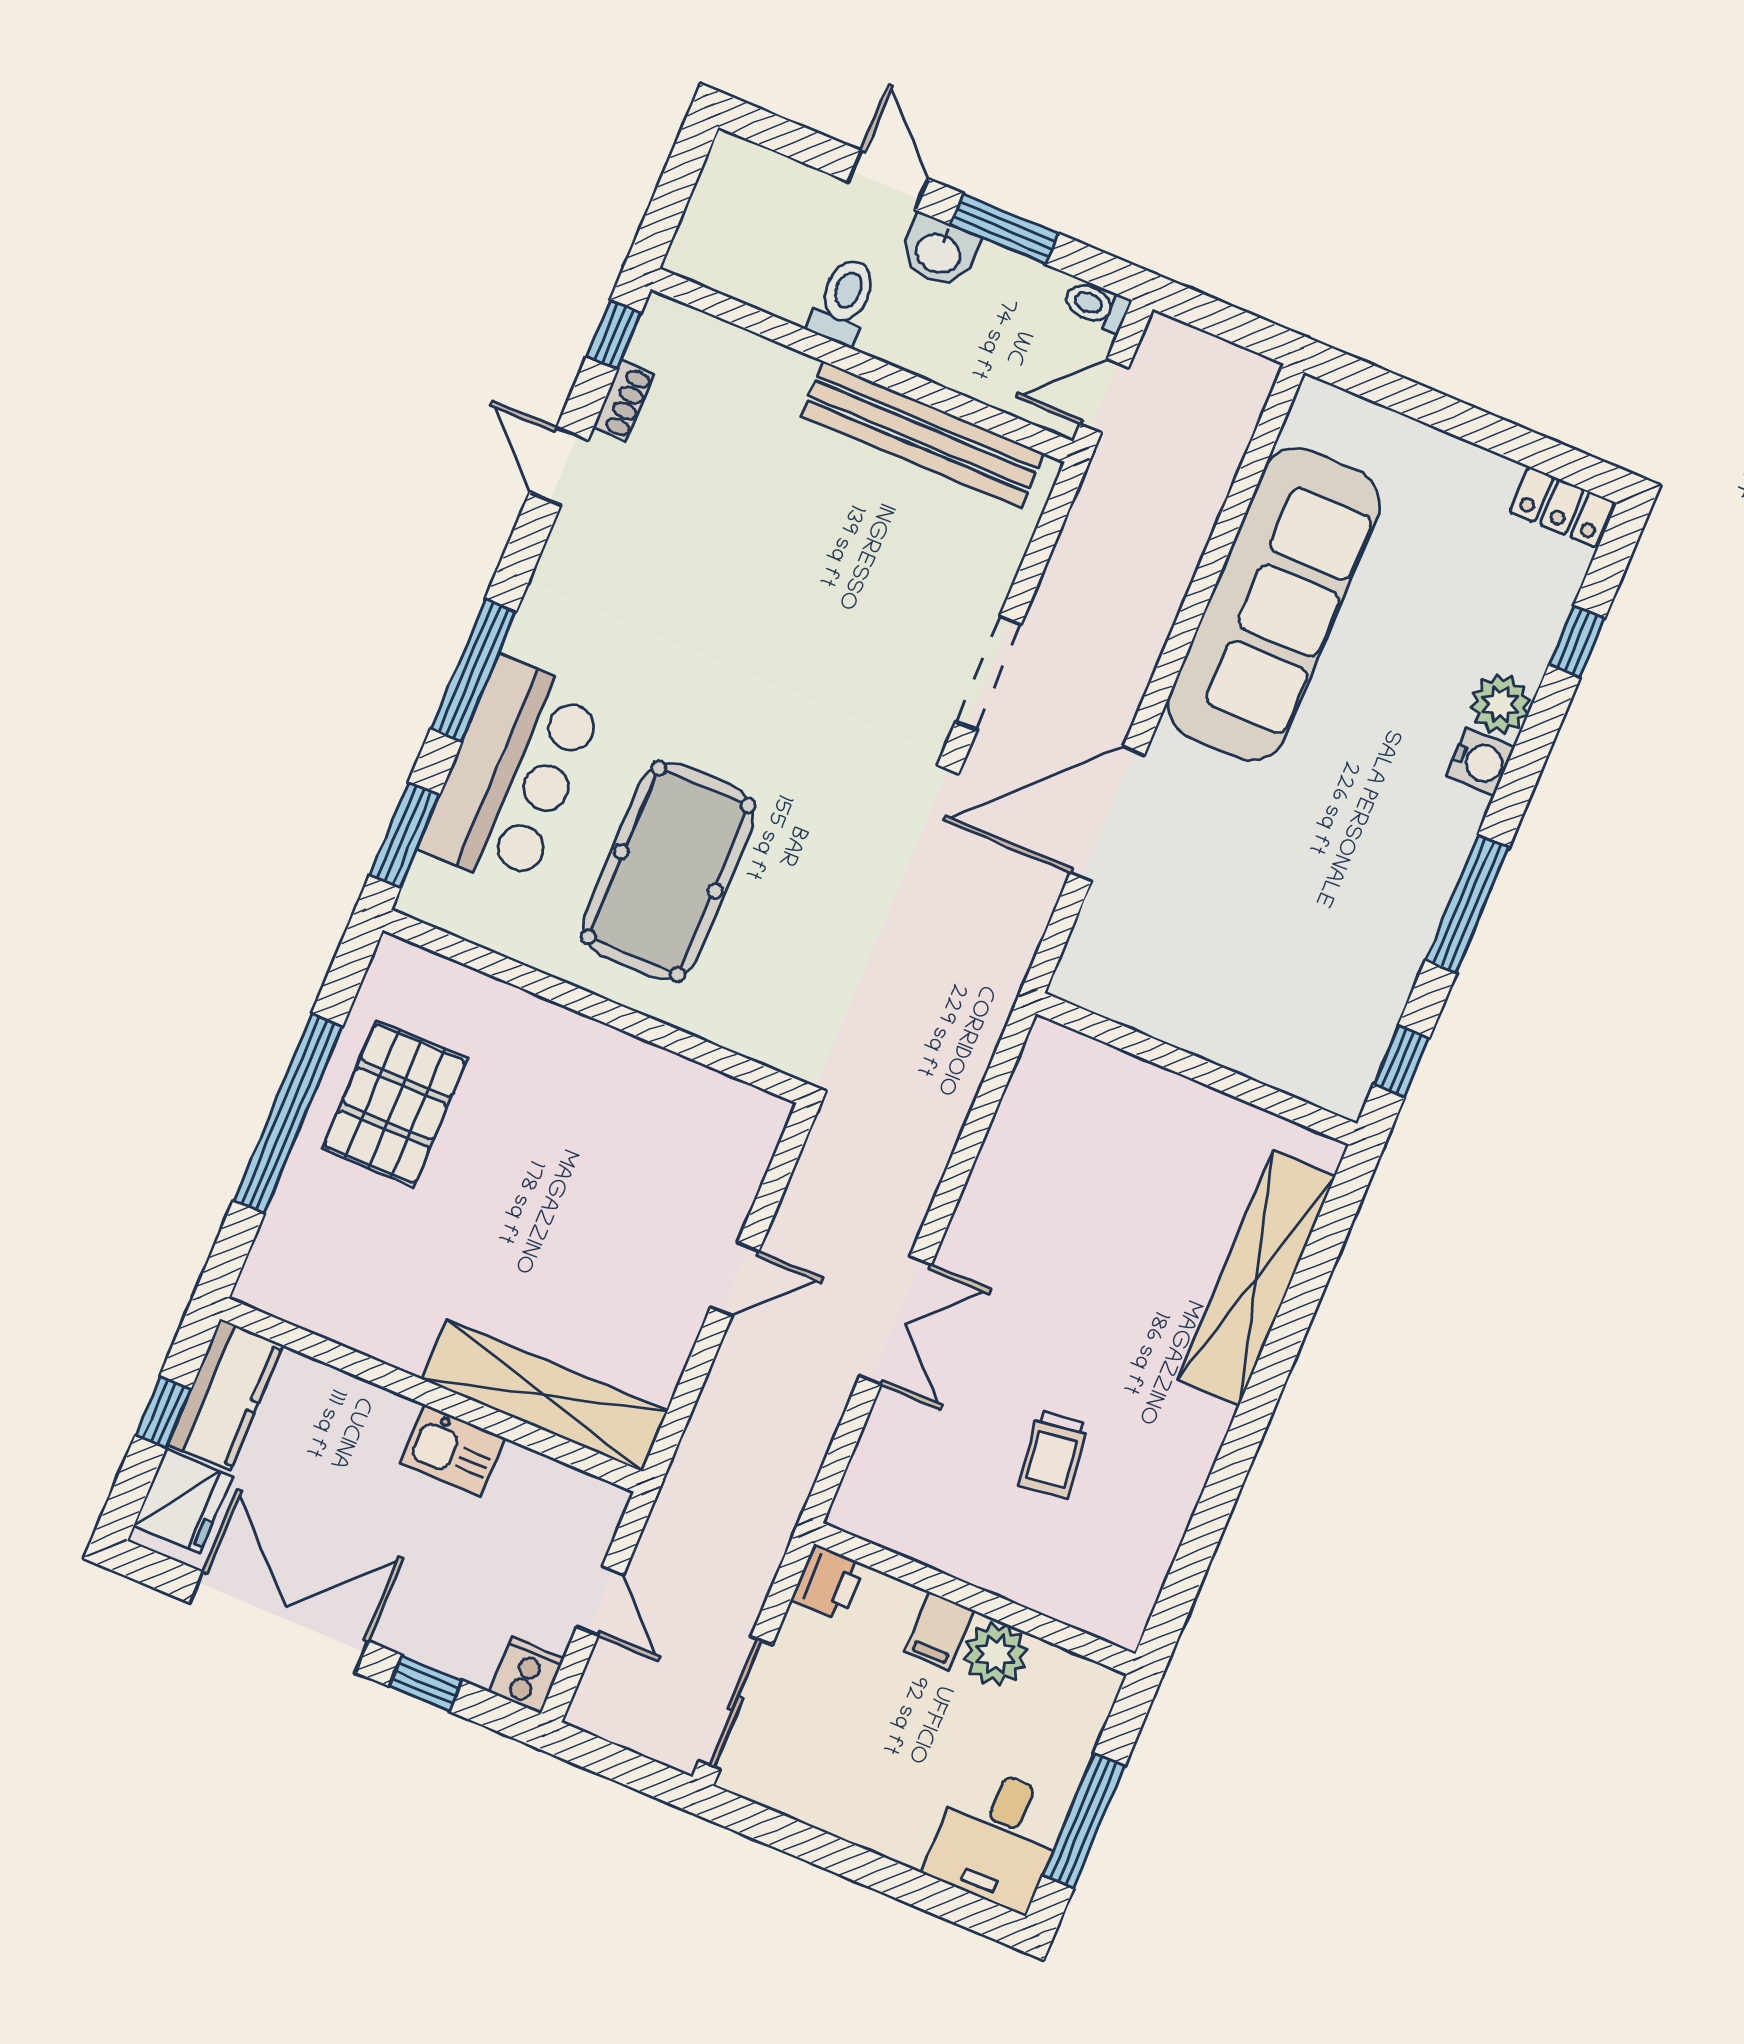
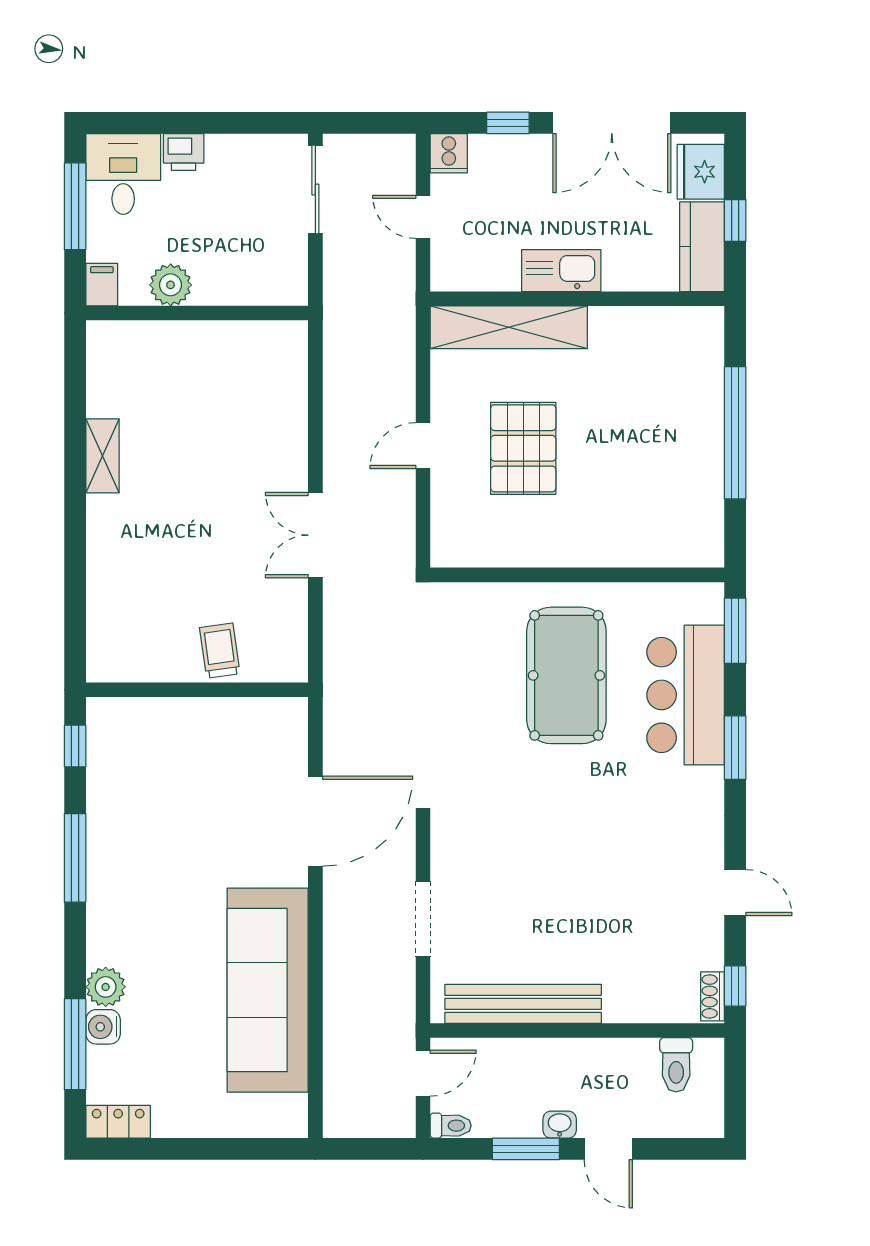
washbasin: (939, 252) -> (560, 1125), width x0.72, depth x0.69
toilet: (844, 301) -> (676, 1065), moved
shoe rack: (624, 401) -> (712, 996), moved
window: (1577, 642) -> (75, 1044), width x2.17
window: (473, 670) -> (735, 748), width x0.69
doorway: (988, 673) -> (423, 919), moved
water cooler: (1480, 762) -> (103, 1027), moved
pallet: (395, 1104) -> (523, 448), moved
shelving: (1256, 1278) -> (102, 456), moved, width x0.45, depth x0.75
double door: (896, 1320) -> (315, 535), moved
kitchen sink: (452, 1450) -> (561, 271), width x1.38
trolley: (1053, 1454) -> (220, 651), moved
printer: (828, 1583) -> (184, 152), moved, turned -90
filing cabinet: (939, 1631) -> (102, 285), moved

